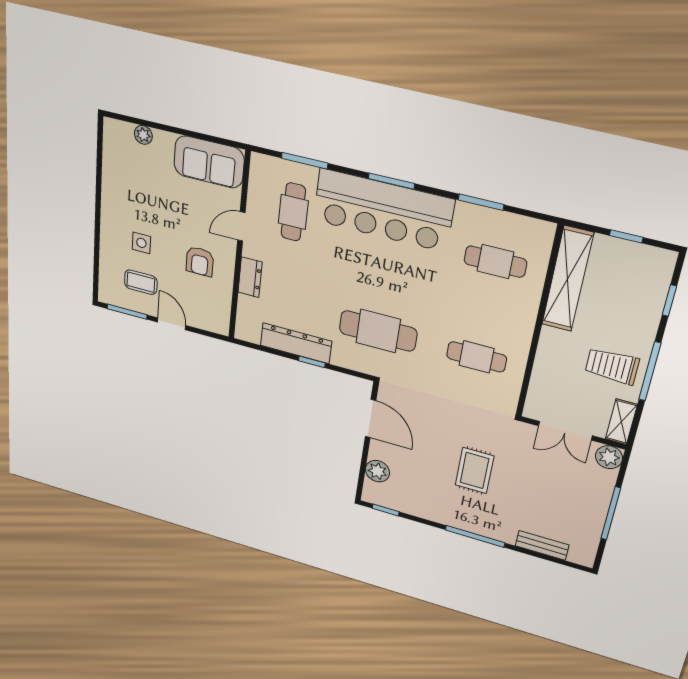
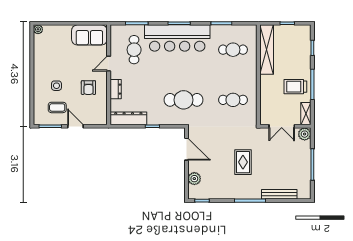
plant: (143, 135) -> (38, 29), moved
dresser: (296, 343) -> (128, 118), moved
bench: (542, 545) -> (279, 194), width x1.36

